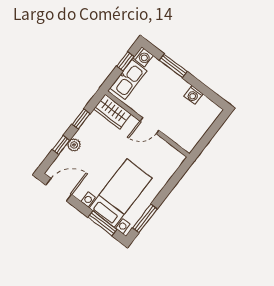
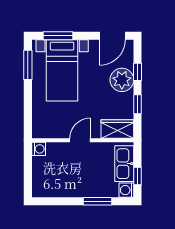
washing machine: (193, 95) -> (39, 149), moved, turned 90
plant: (74, 145) -> (122, 80), width x1.88, depth x1.88

